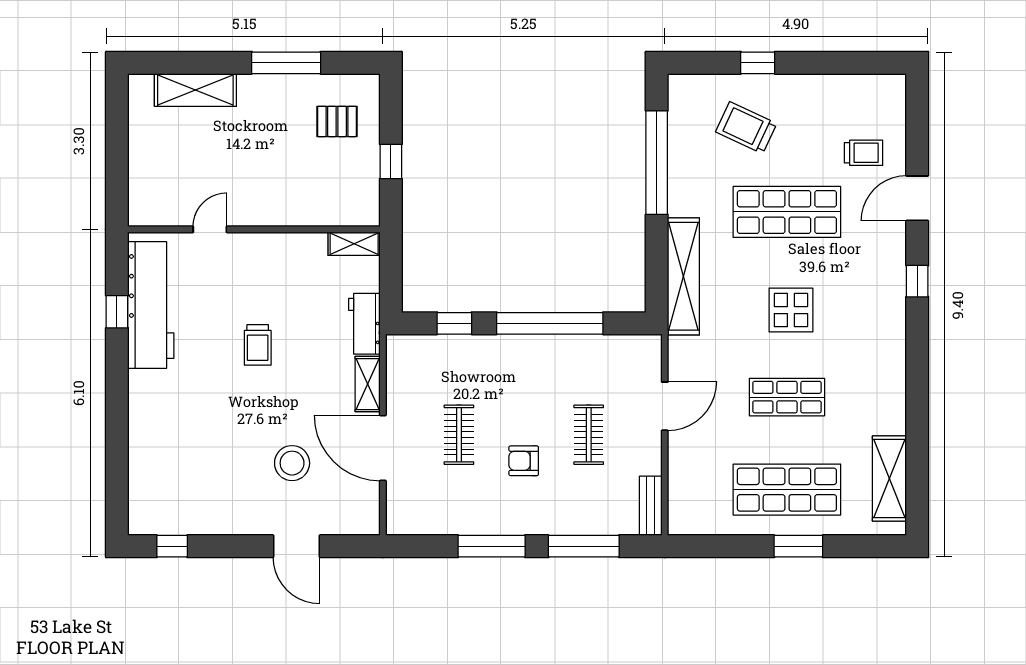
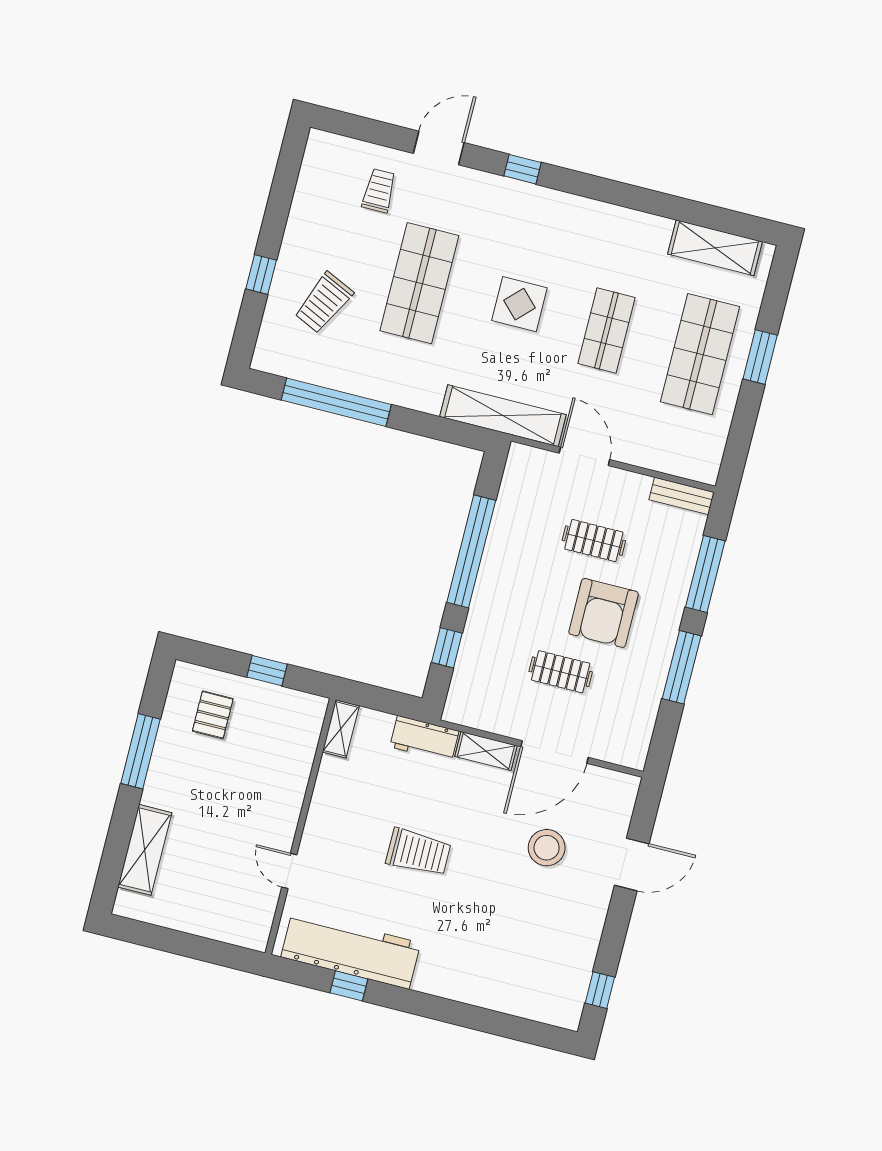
door: (917, 198) -> (439, 148), swing flipped
shelving: (683, 276) -> (503, 416), moved
trolley: (258, 345) -> (418, 852), width x1.36, depth x1.39
armchair: (524, 461) -> (604, 613), width x1.88, depth x1.88

